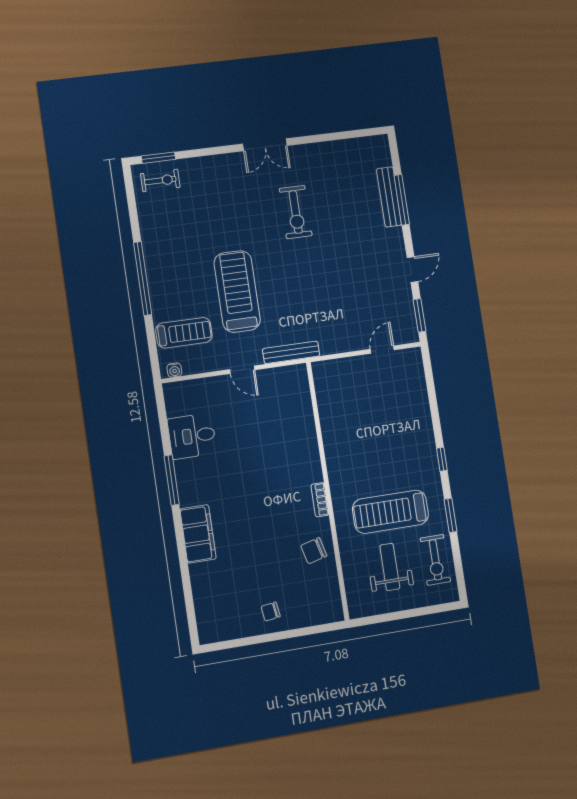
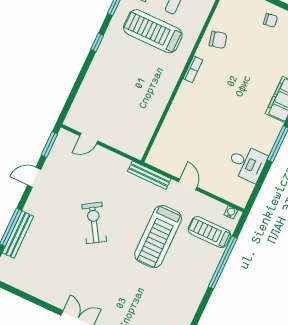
exercise bike: (296, 212) -> (94, 223), moved, turned -32
window: (143, 279) -> (223, 263), moved
treadmill: (390, 512) -> (153, 31), turned 180

